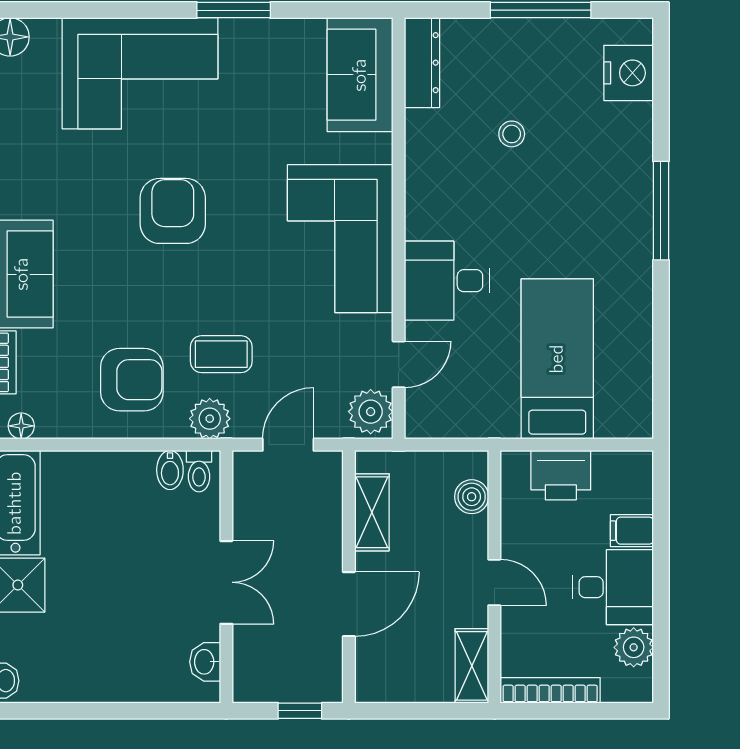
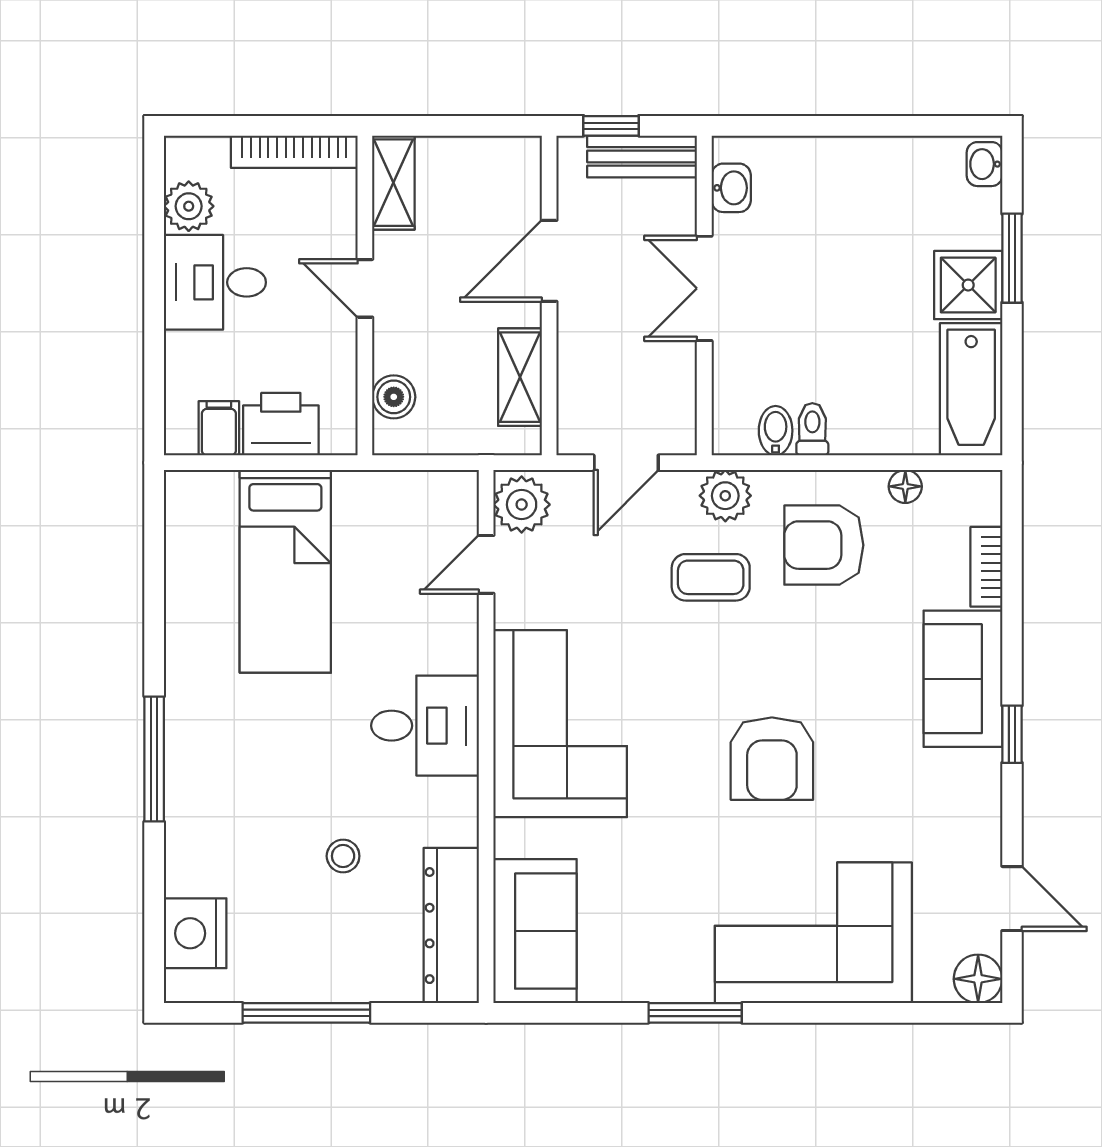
dresser: (422, 63) -> (451, 926), width x1.37, depth x1.24
desk: (447, 281) -> (425, 726), moved
floor lamp: (21, 426) -> (905, 486), moved
toilet: (199, 471) -> (812, 429), moved
filing cabinet: (632, 531) -> (219, 428), moved, turned -90
bench: (275, 687) -> (642, 156), added

